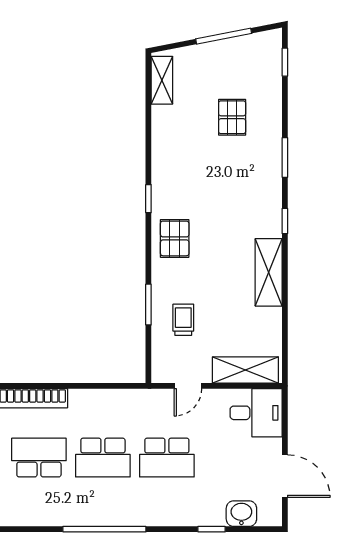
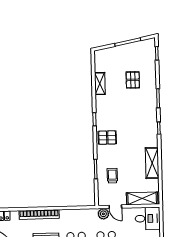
shelving: (162, 80) -> (100, 84), moved
pallet: (175, 238) -> (107, 138), turned 90
shelving: (269, 272) -> (152, 163), moved
door: (188, 386) -> (115, 207), hinge flipped
plant: (162, 400) -> (103, 214), added

